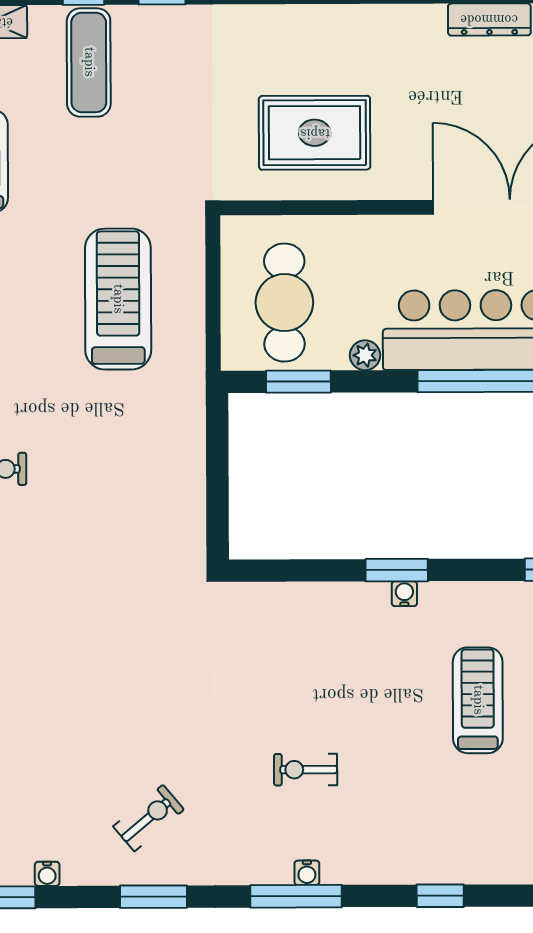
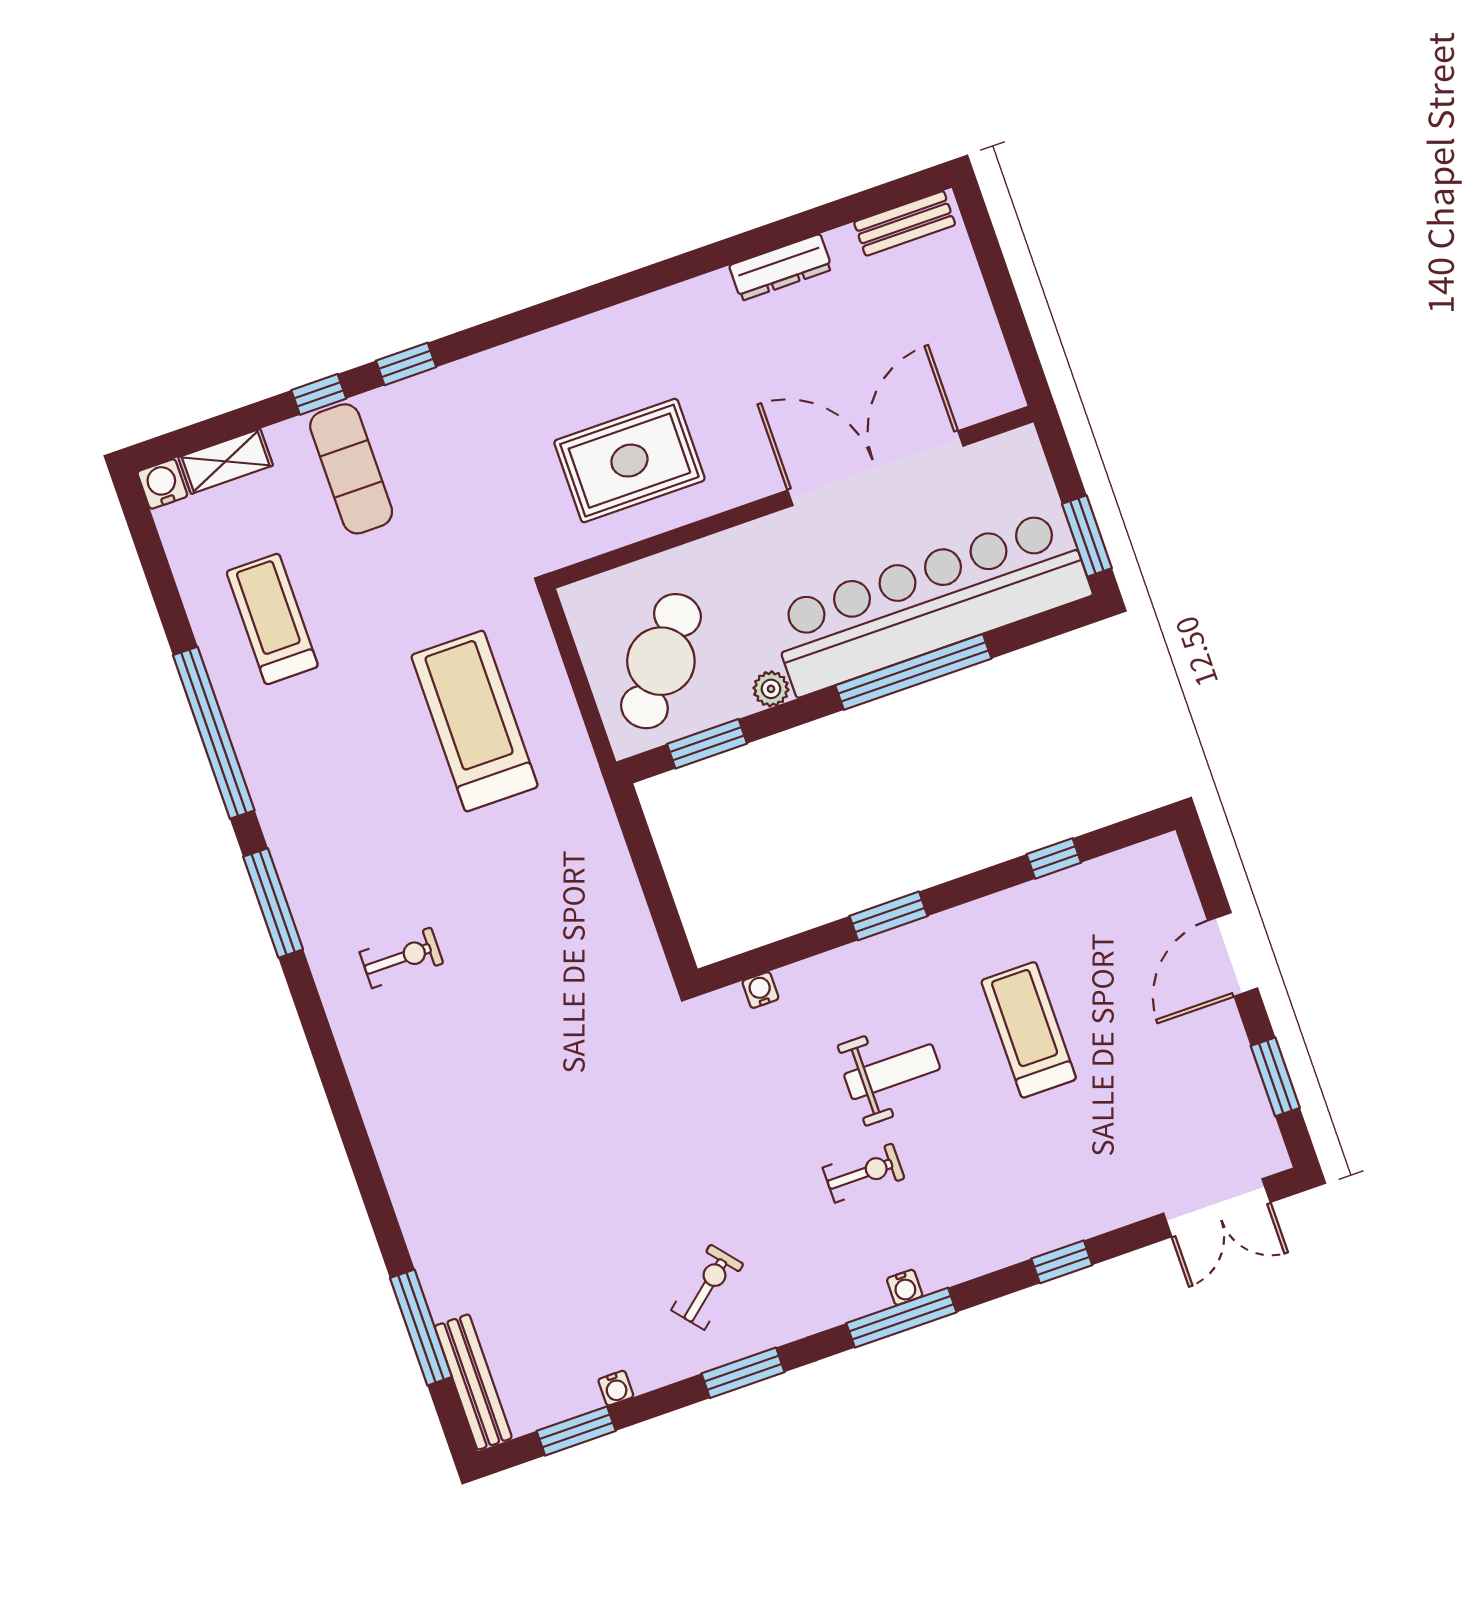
cafe table: (284, 303) -> (661, 661), turned 39
water cooler: (404, 594) -> (760, 990), moved
weight bench: (356, 696) -> (892, 1072), added
exercise bike: (306, 770) -> (864, 1173), turned 180

